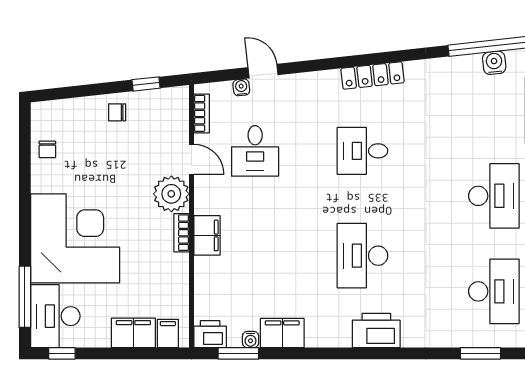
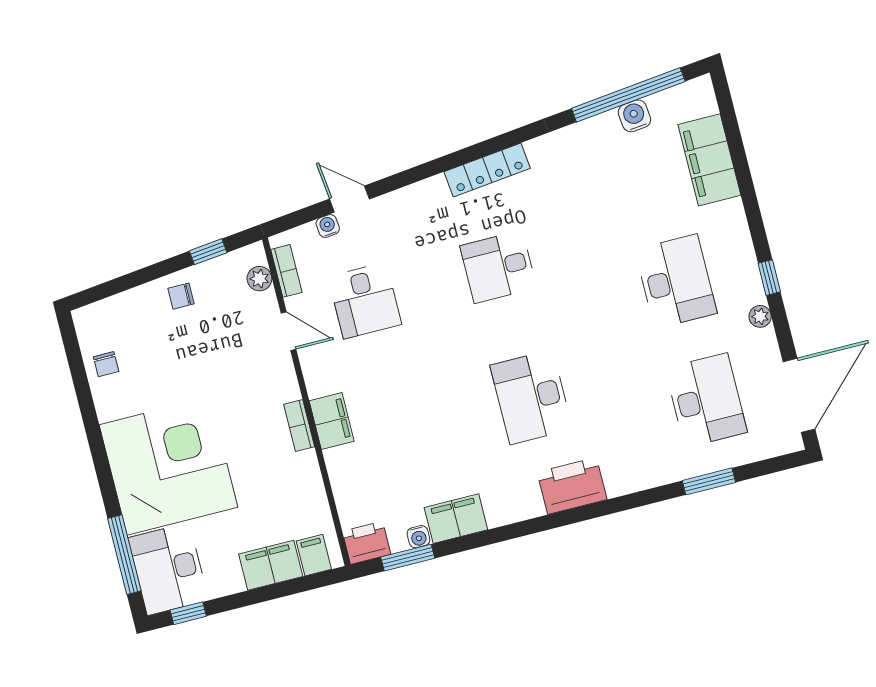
plant: (171, 194) -> (259, 279), moved, width x0.53, depth x0.53

